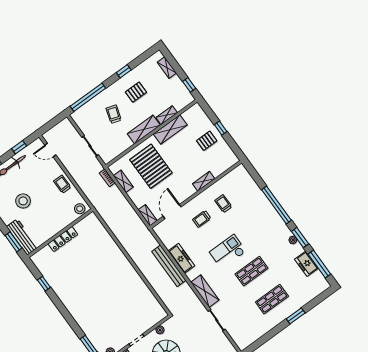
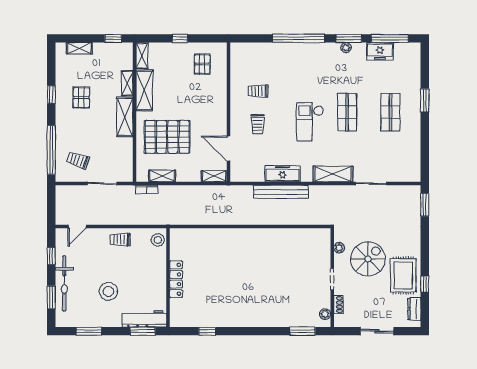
trolley: (114, 114) -> (78, 160), moved
pallet: (207, 141) -> (202, 64), moved
shelving: (204, 181) -> (142, 56), moved

